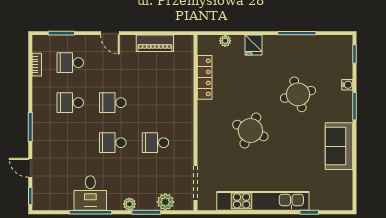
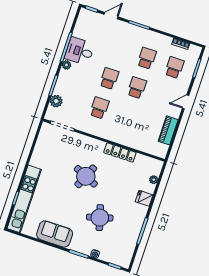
locker: (205, 77) -> (120, 153), moved
kitchen unit: (263, 201) -> (24, 199), moved
plant: (129, 204) -> (66, 65), moved

